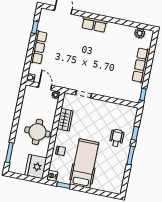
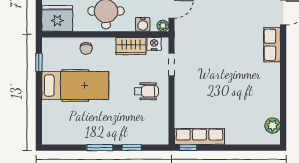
row of seats: (94, 24) -> (272, 45), moved
row of seats: (141, 65) -> (199, 137), moved
water cooler: (52, 109) -> (143, 24), added
wheelchair: (117, 138) -> (146, 91), moved
nightstand: (52, 176) -> (154, 44), moved

